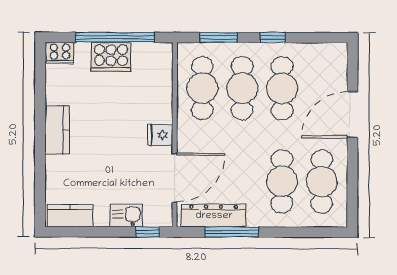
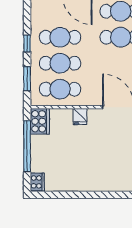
cooker: (111, 57) -> (40, 121), moved
kitchen counter: (57, 130) -> (87, 184), removed
fridge: (160, 135) -> (80, 117), moved

